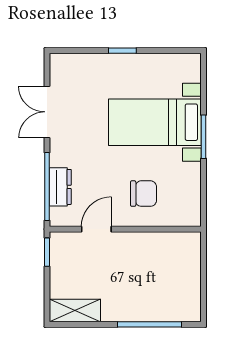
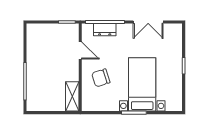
double door: (47, 112) -> (148, 22), swing flipped
chair: (143, 194) -> (101, 78), turned 72
shelving: (75, 311) -> (72, 96), moved

